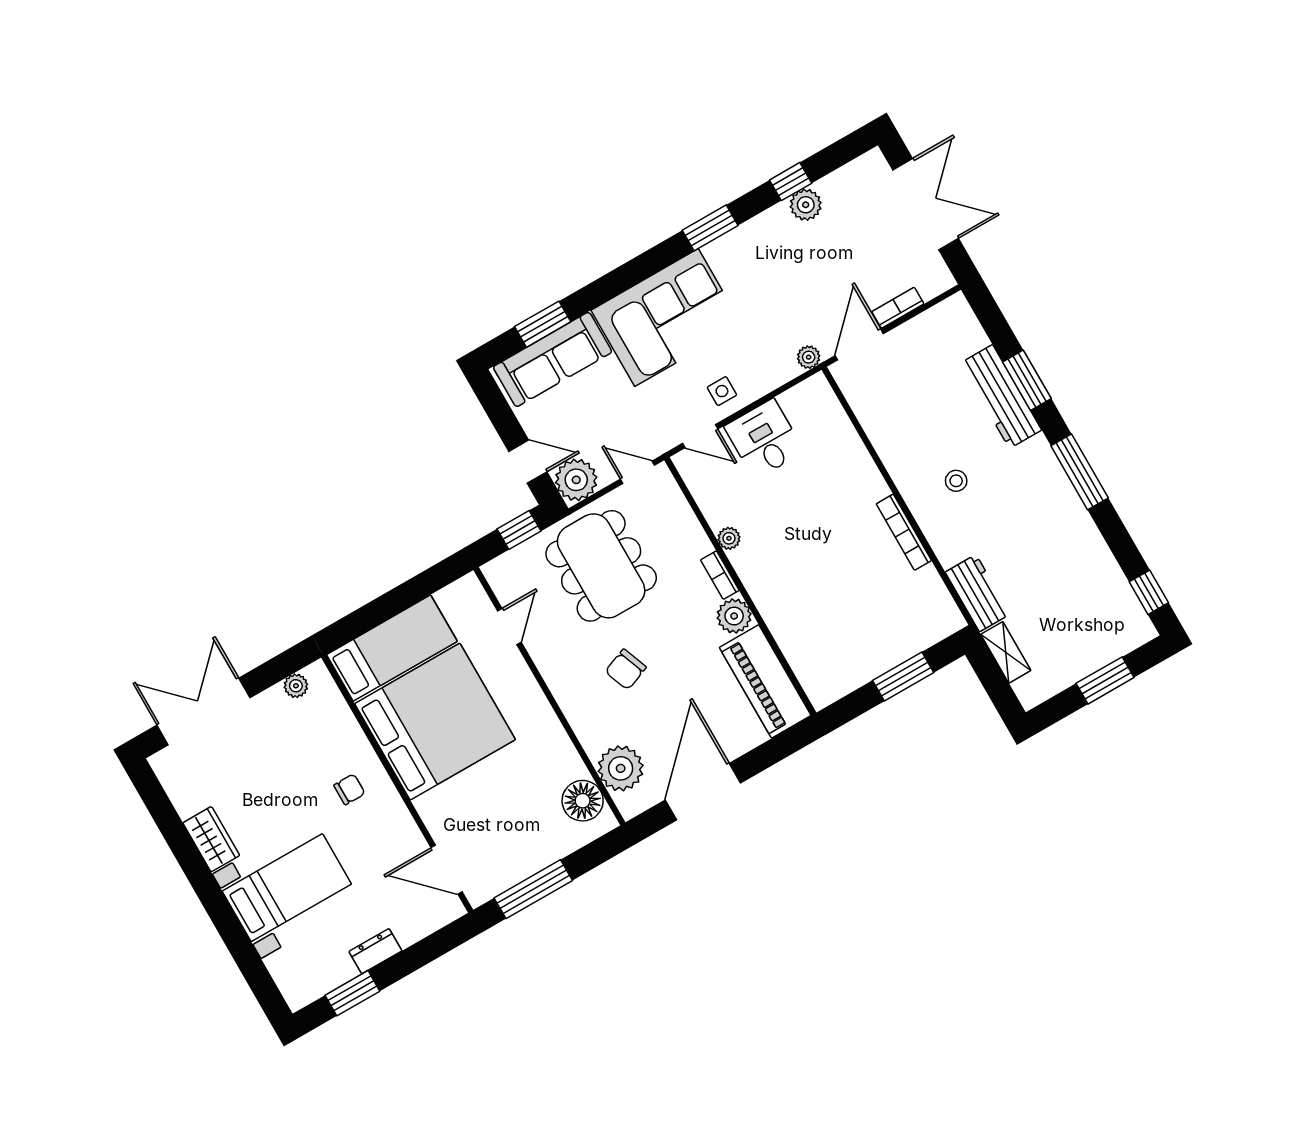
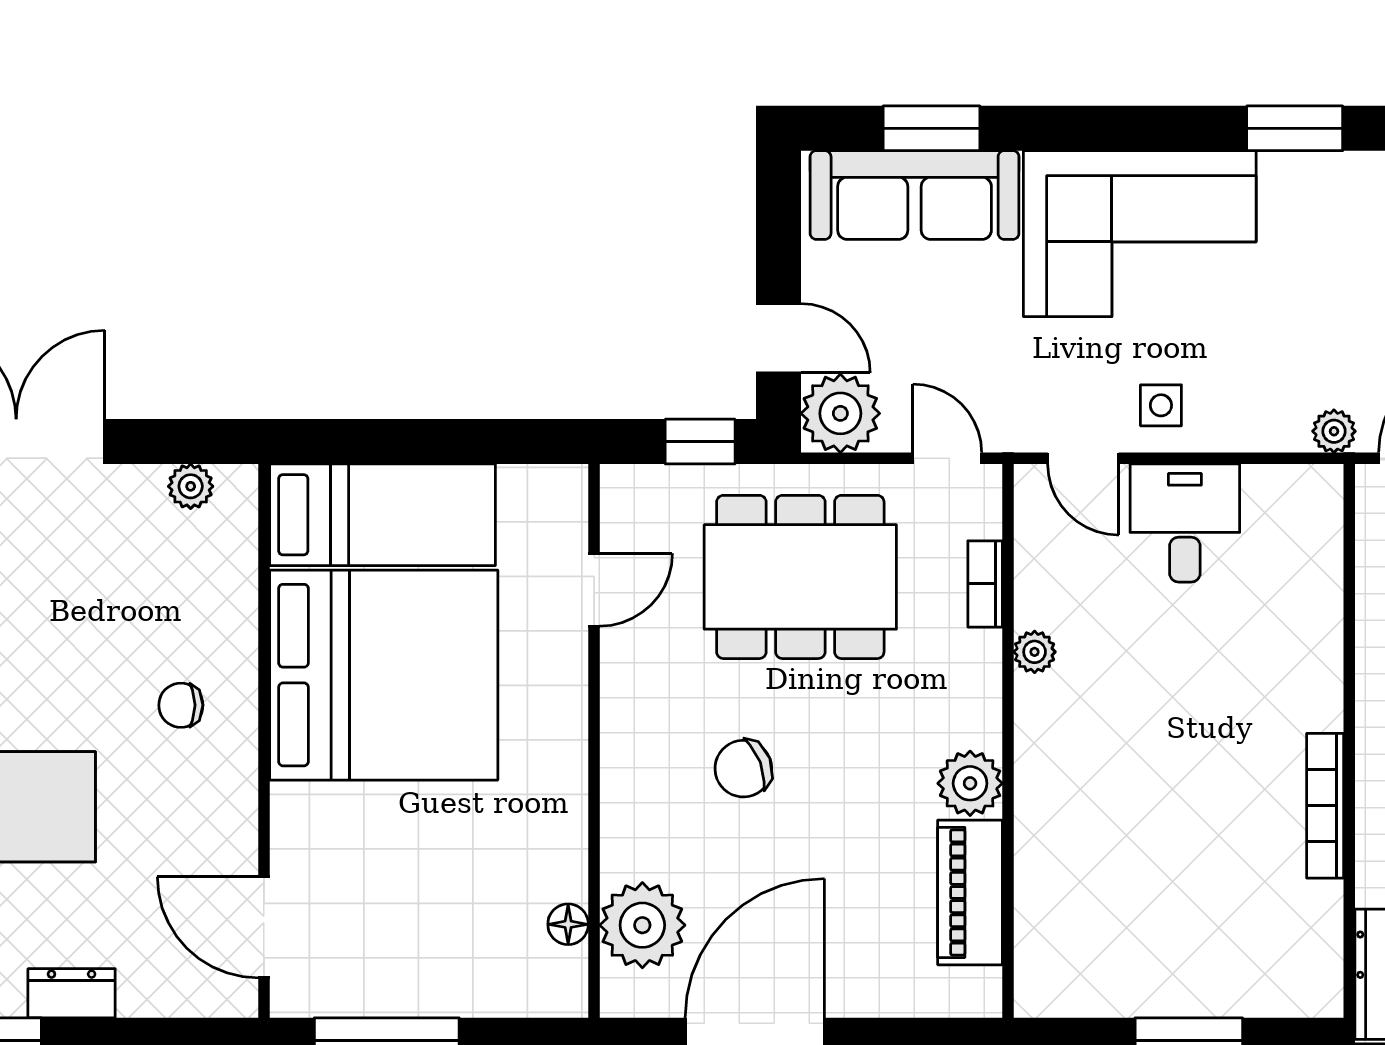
dining table: (601, 566) -> (800, 577), turned 90
bookcase: (720, 575) -> (985, 584), moved
piano: (765, 681) -> (970, 892), width x0.73, depth x0.75
chair: (349, 789) -> (181, 705), turned 180
floor lamp: (583, 801) -> (568, 924), width x0.53, depth x0.53

